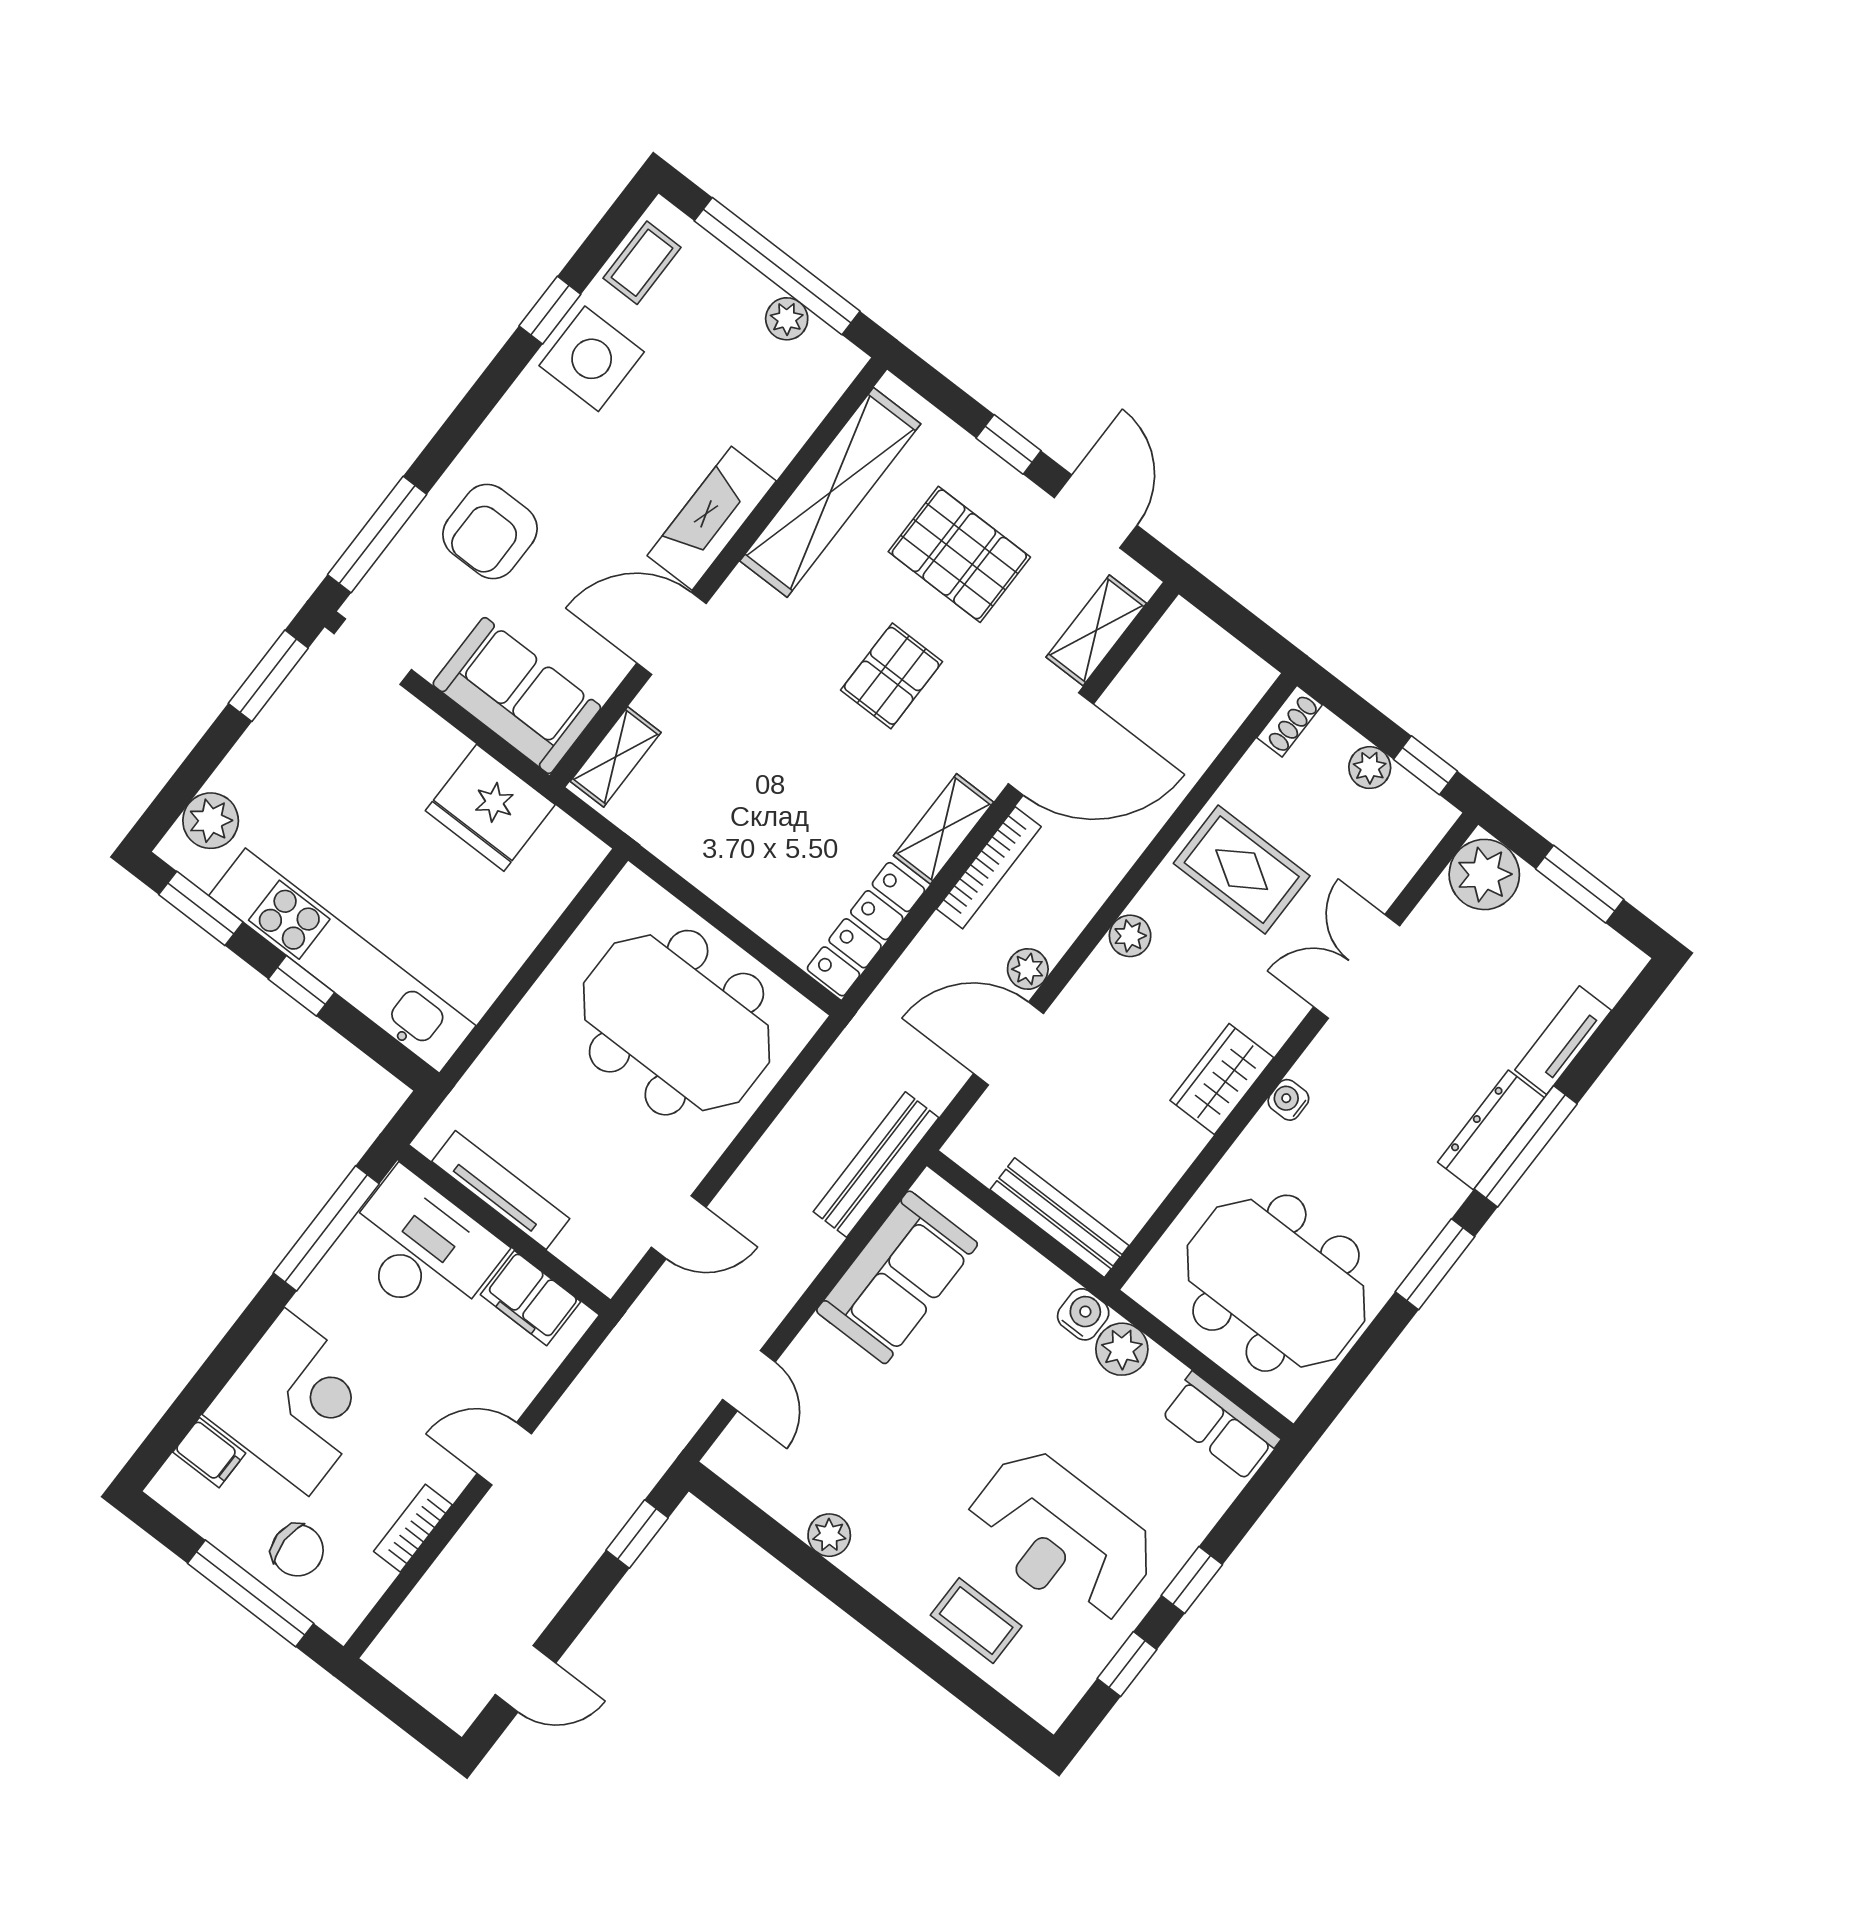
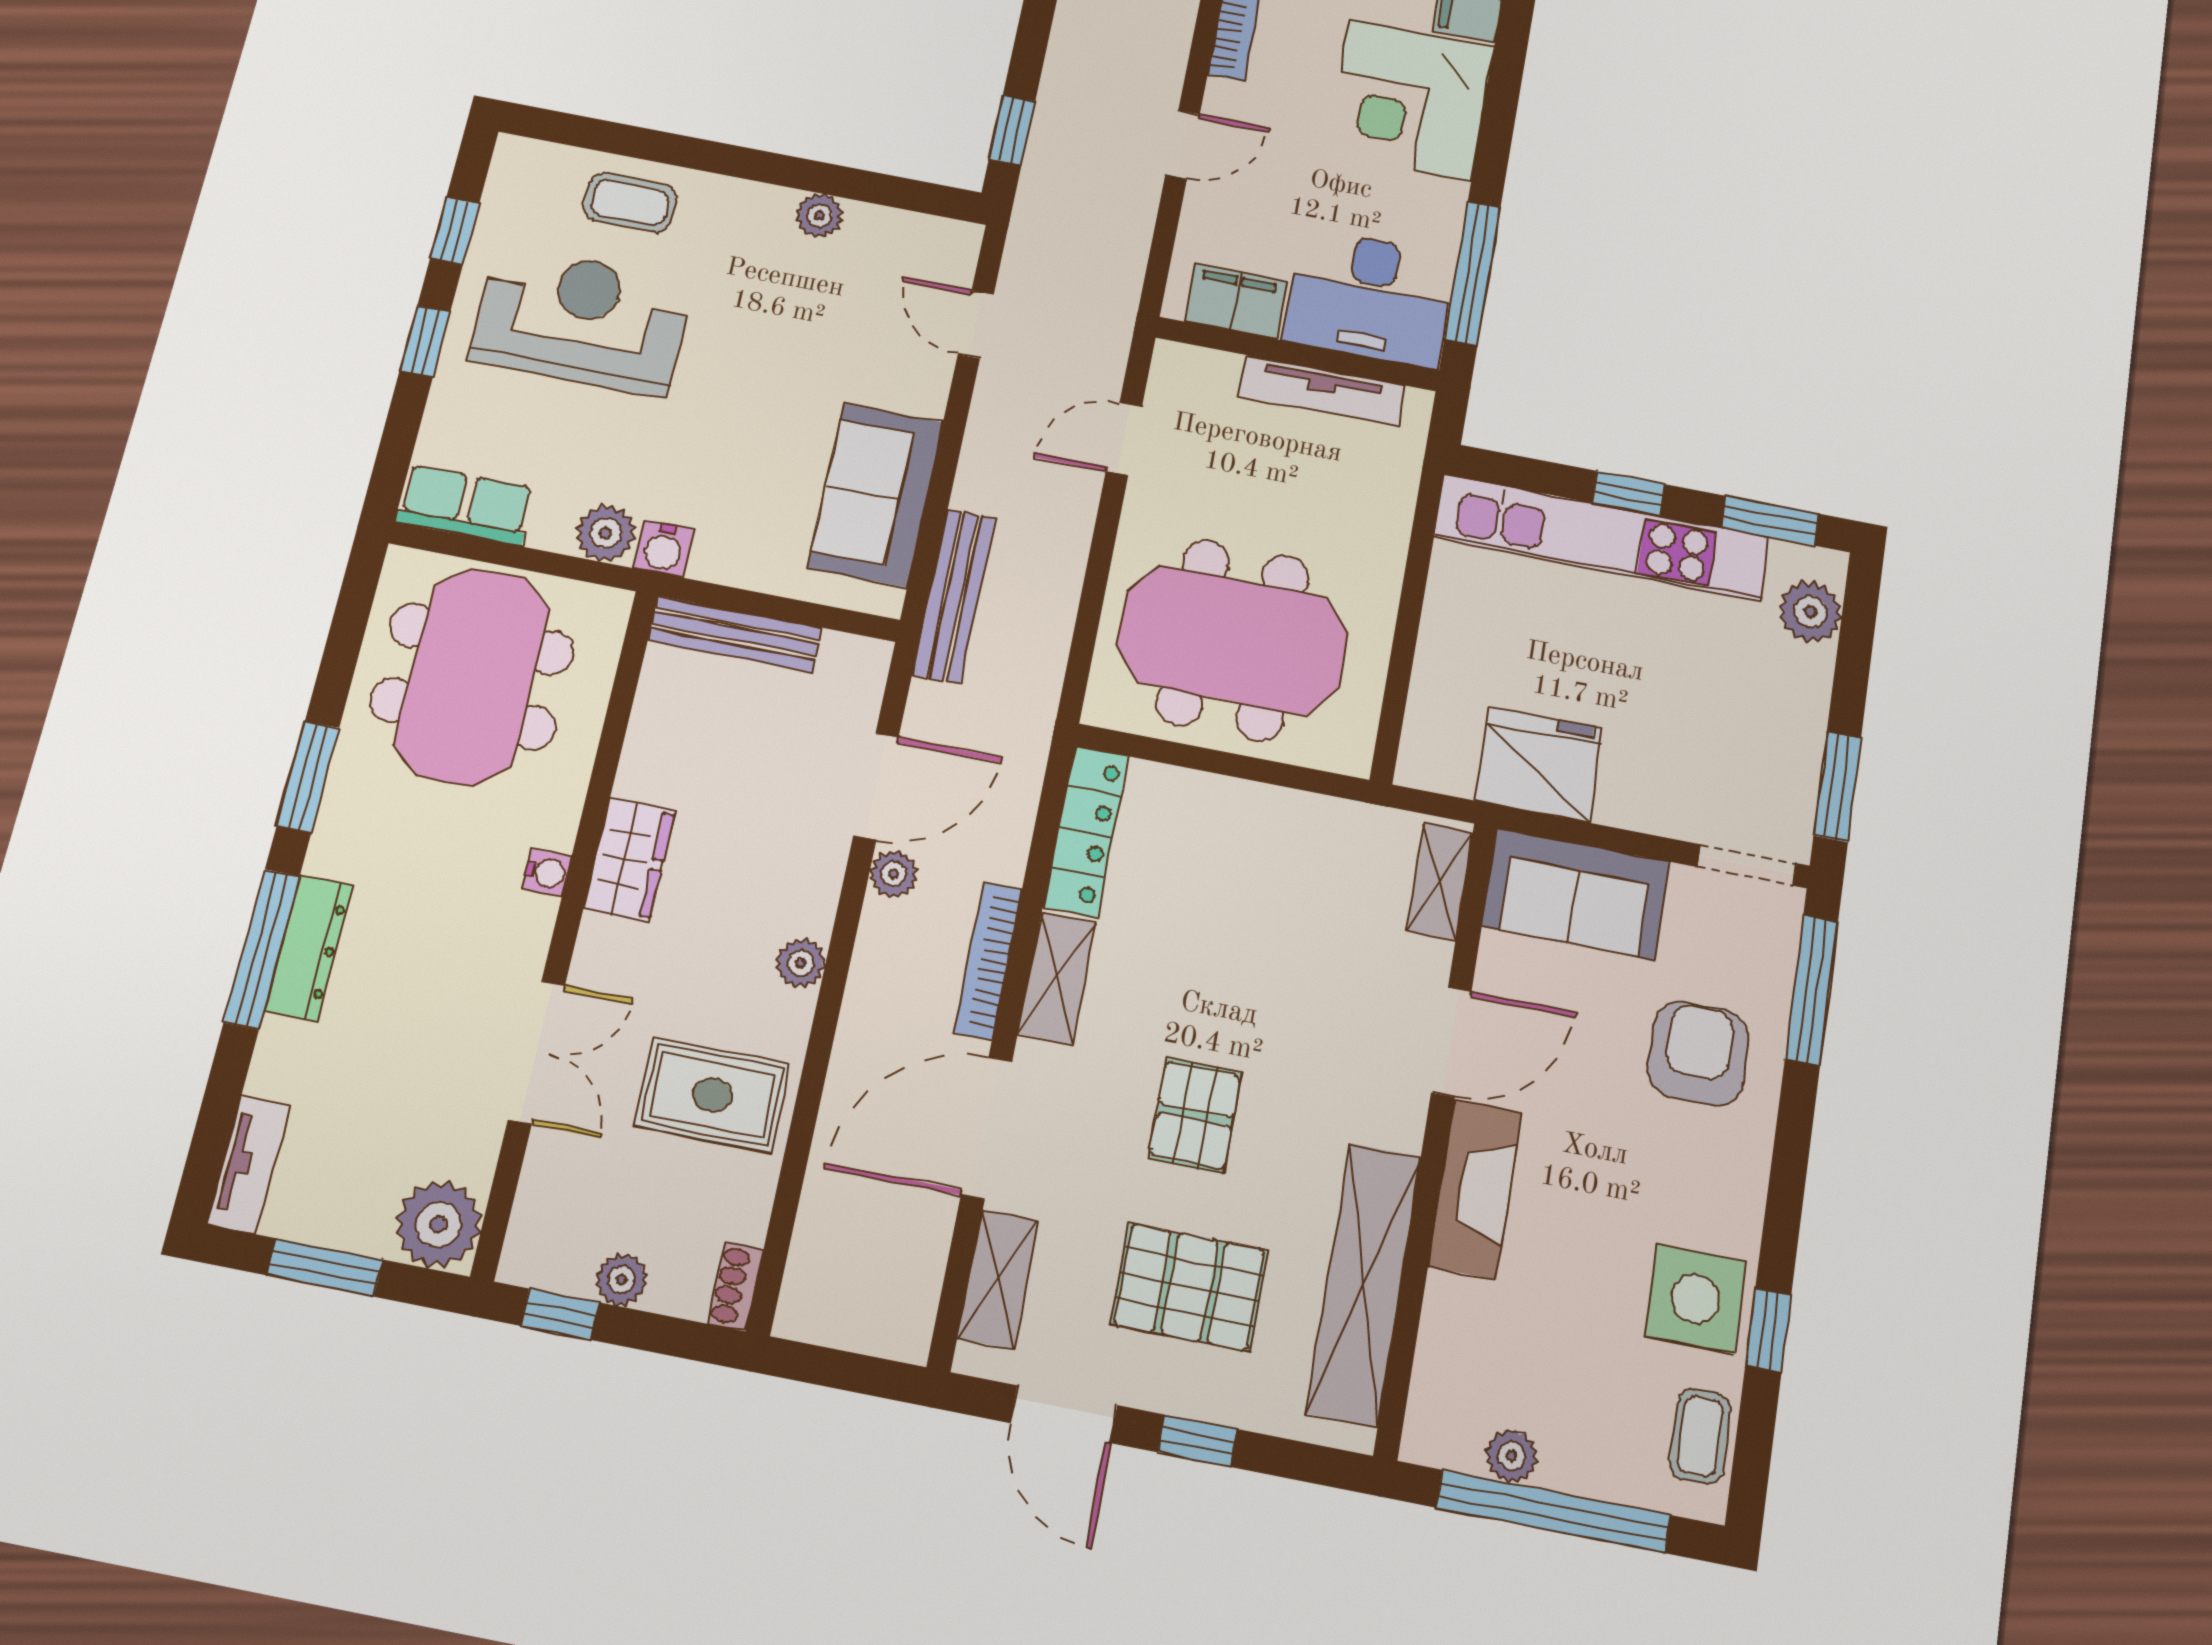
tv unit: (1563, 1040) -> (248, 1164), moved
meeting table: (1276, 1283) -> (472, 676), turned 90

